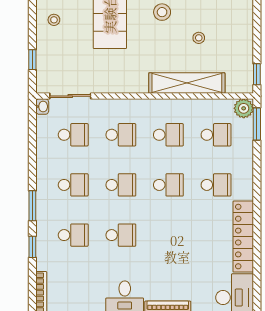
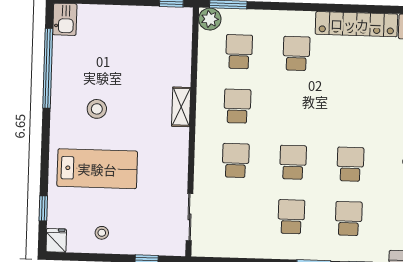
stool: (199, 38) -> (128, 68), removed
shelving: (187, 83) -> (181, 107), width x0.45, depth x0.75
washbasin: (42, 107) -> (201, 249), removed
school desk: (73, 135) -> (234, 215), removed
school desk: (168, 185) -> (295, 108), removed

